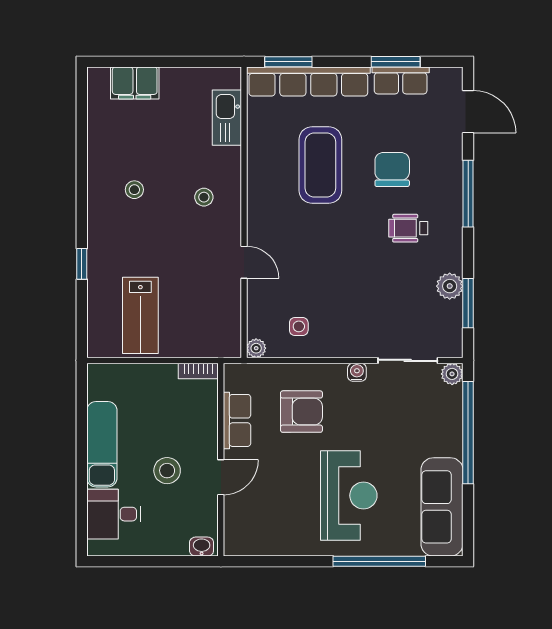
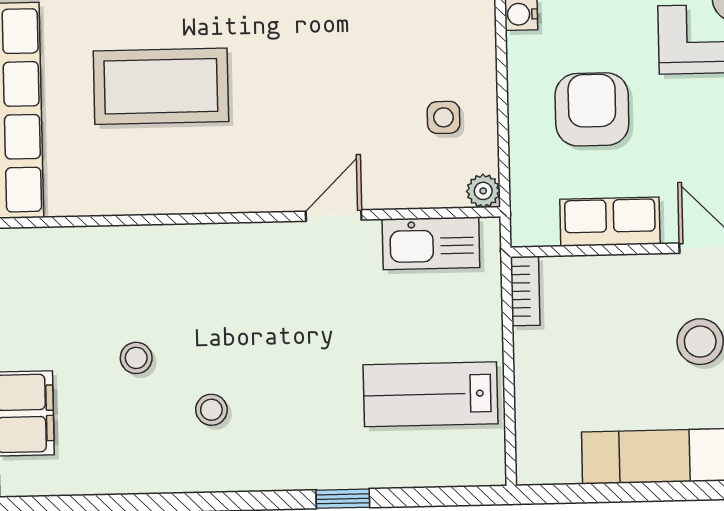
kitchen sink: (227, 118) -> (431, 243), moved
stool: (204, 197) -> (136, 358), moved
lab bench: (140, 315) -> (431, 394), turned 180

